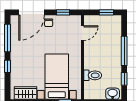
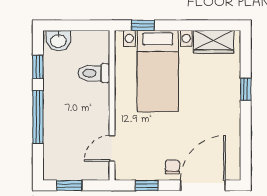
window: (7, 38) -> (246, 140), removed

